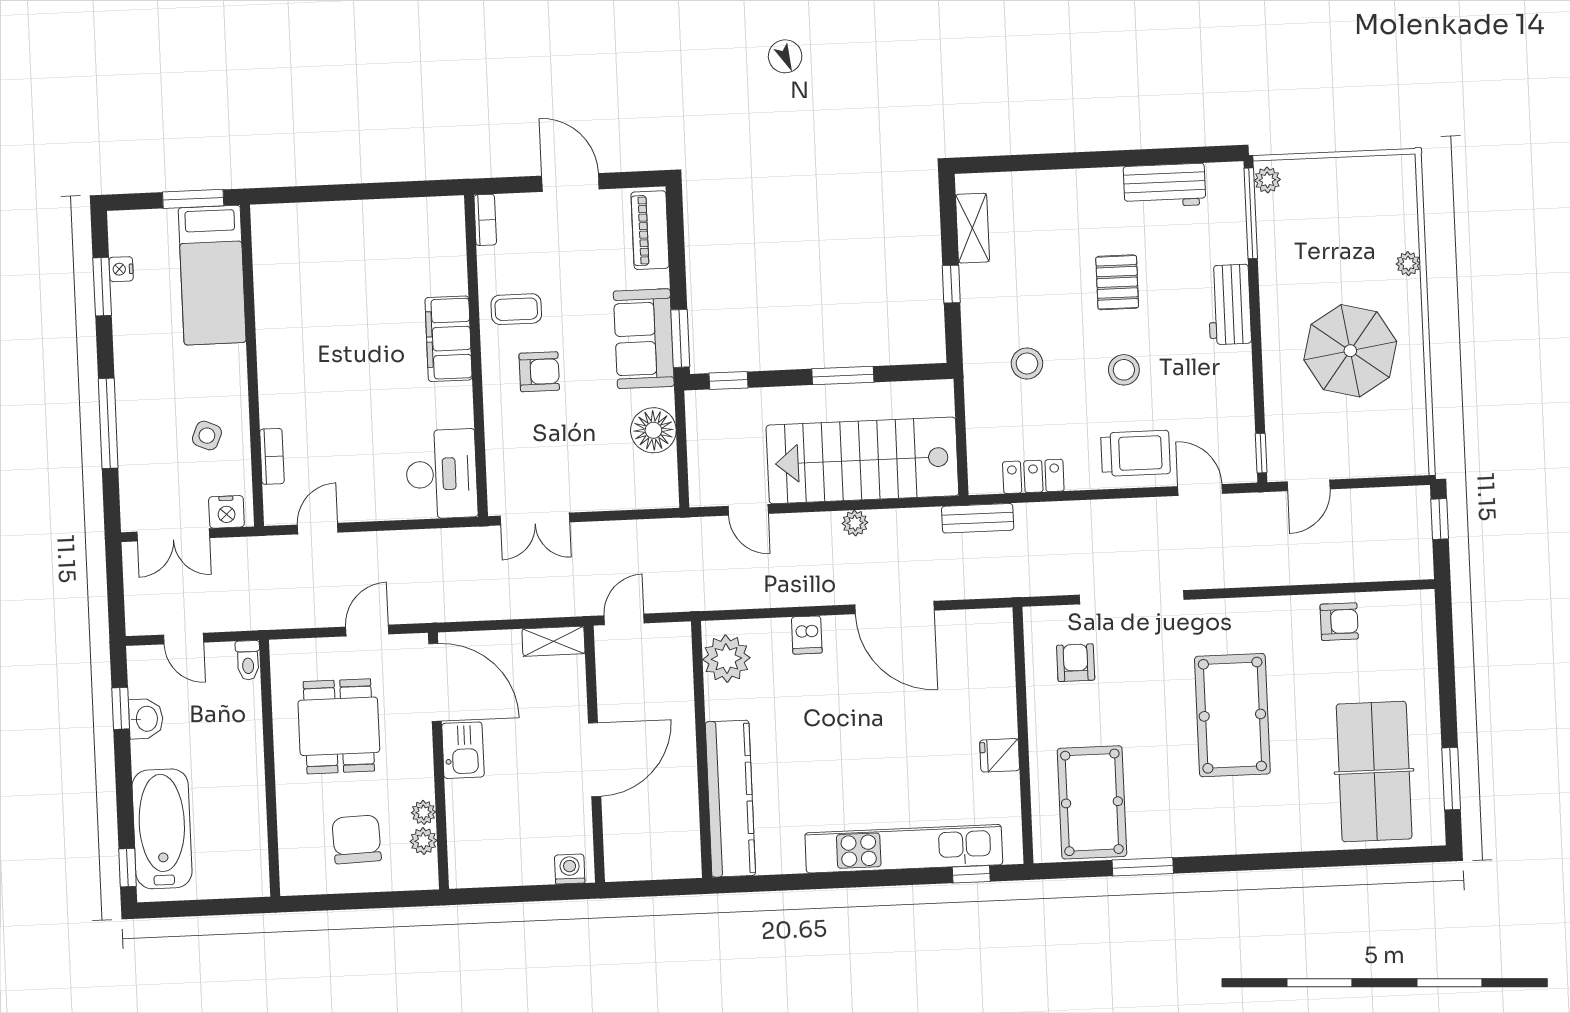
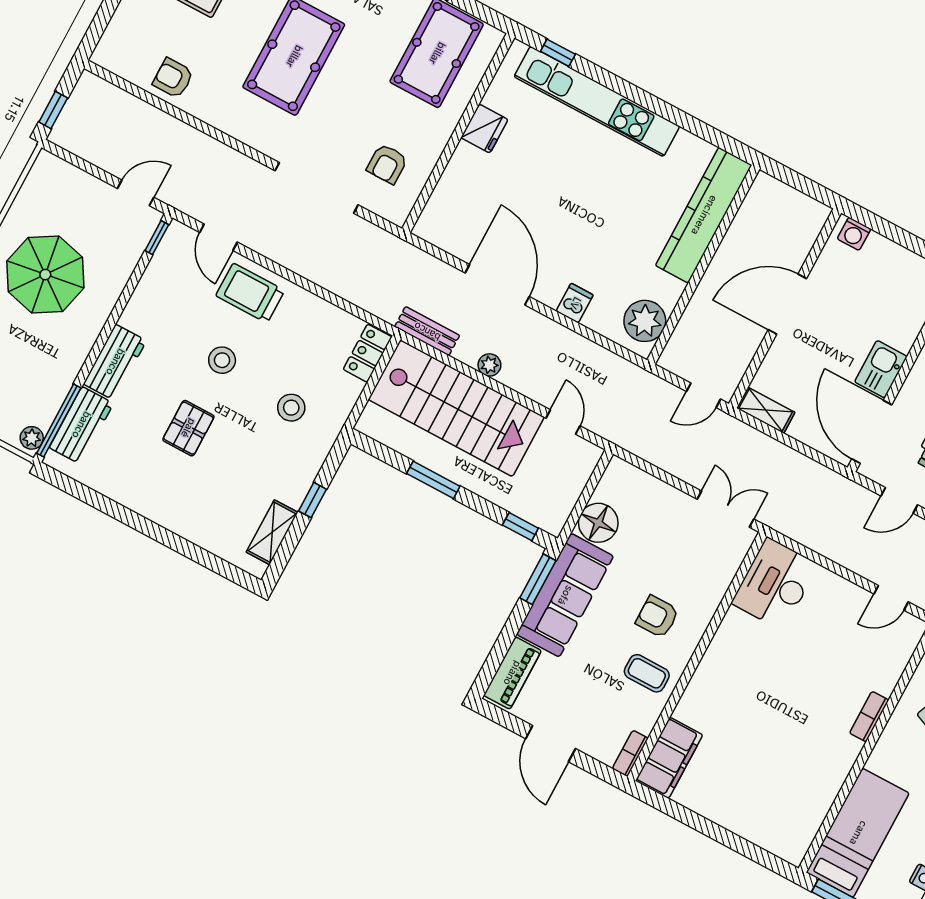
workbench: (1164, 186) -> (81, 425), moved, turned 90
filing cabinet: (449, 339) -> (669, 758), moved
sofa: (644, 339) -> (565, 595), width x1.36
bookcase: (272, 456) -> (869, 717), moved
locker: (1033, 476) -> (368, 353), moved, turned 90
bench: (978, 518) -> (427, 331), moved
fridge: (1000, 755) -> (484, 129), width x1.38

